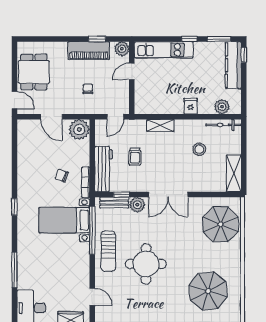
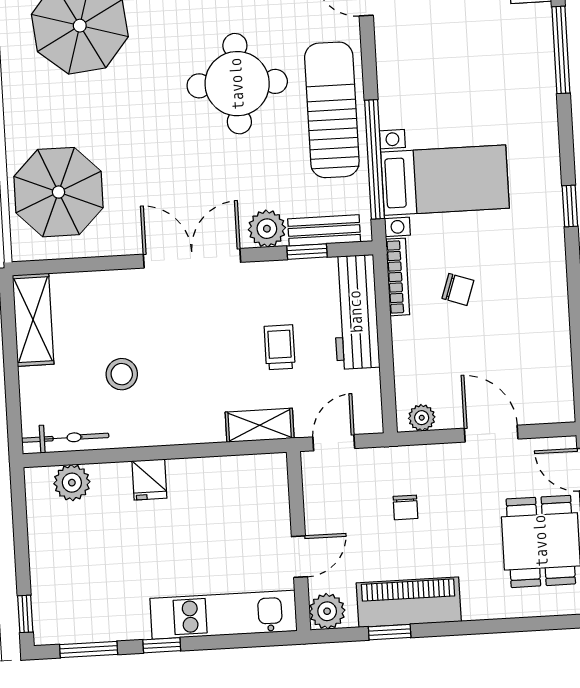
kitchen counter: (233, 65) -> (50, 587), removed
shelving: (160, 125) -> (260, 425), moved
plant: (79, 130) -> (422, 418), width x0.53, depth x0.53
sun lounger: (108, 251) -> (332, 110), width x1.36, depth x1.34

